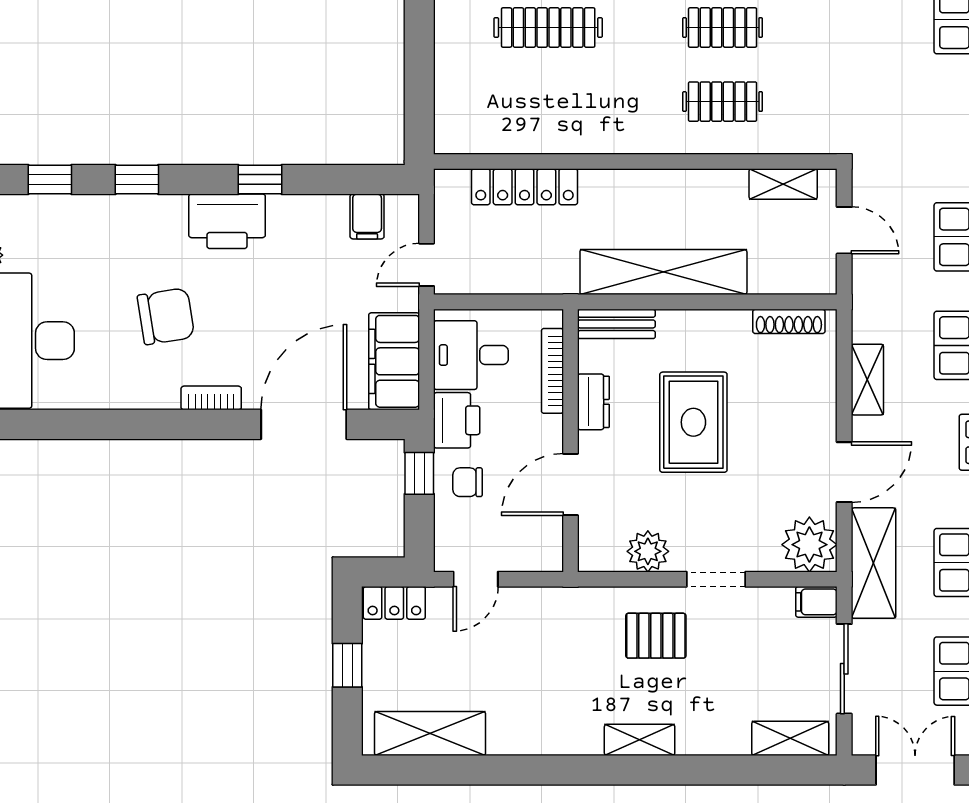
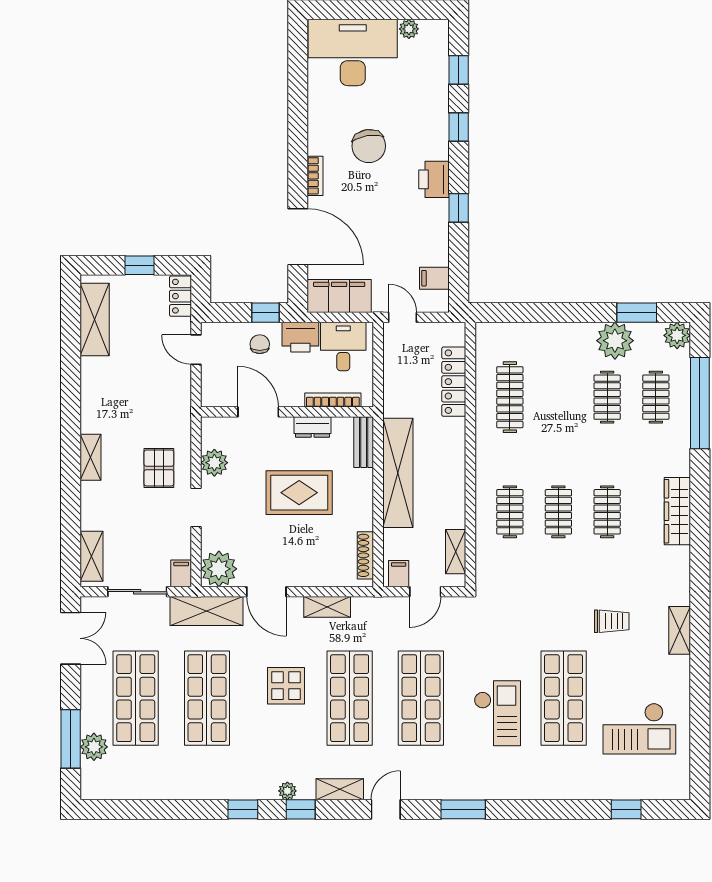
clothes rail: (548, 28) -> (510, 397), moved
printer: (227, 221) -> (434, 179), width x0.73, depth x0.84
filing cabinet: (817, 271) -> (399, 574), added

